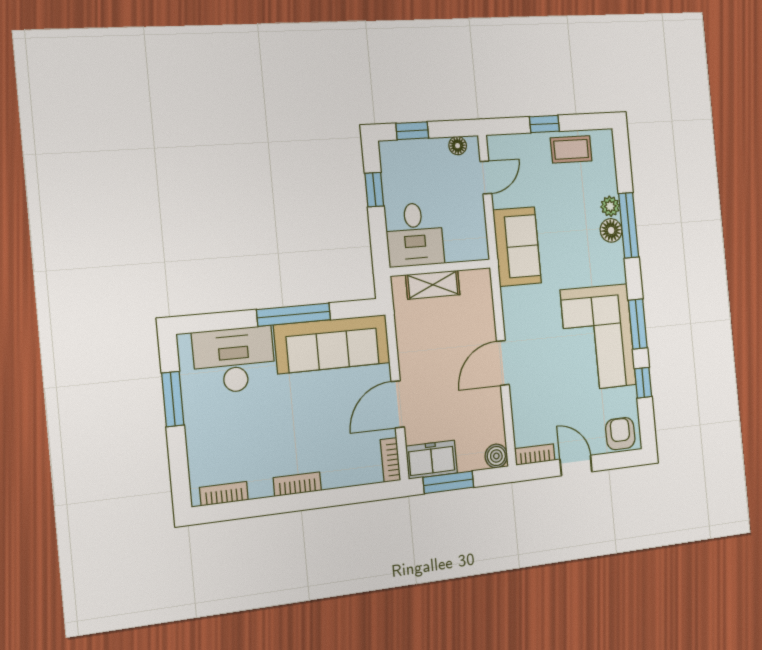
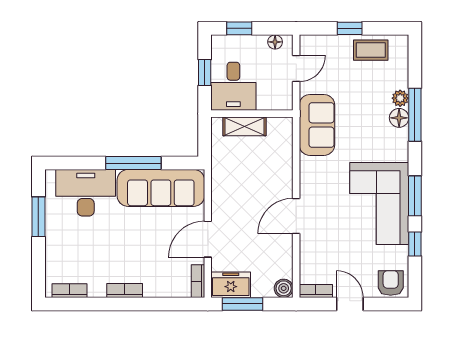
desk: (414, 235) -> (233, 86), moved
wall: (440, 268) -> (252, 114), moved
shelving: (433, 285) -> (245, 126), moved

